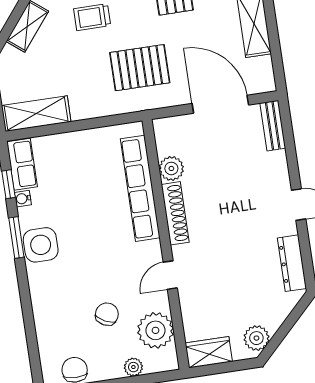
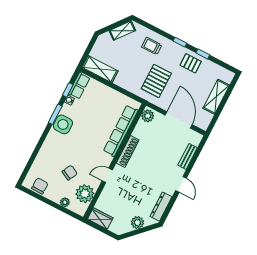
pallet: (140, 68) -> (156, 81), turned 90
bench: (273, 126) -> (188, 156), moved
plant: (171, 168) -> (148, 116), moved
plant: (256, 338) -> (137, 223), moved

